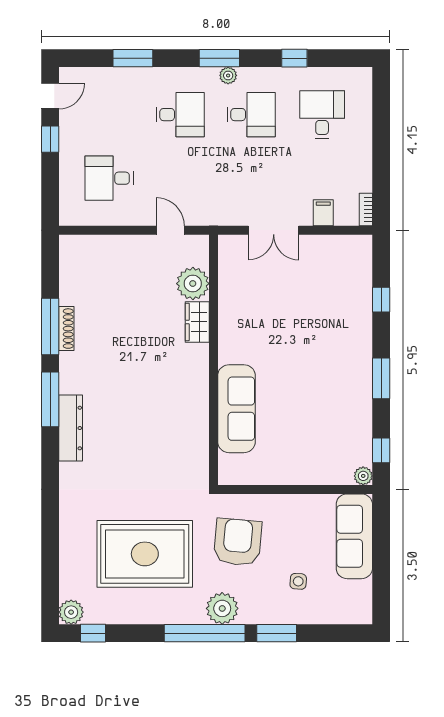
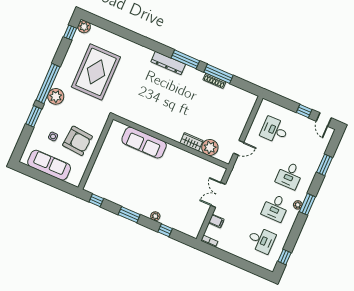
window: (294, 58) -> (285, 257), moved
desk: (109, 178) -> (275, 130), turned -90
plant: (363, 476) -> (155, 216), moved
sofa: (354, 536) -> (49, 165), moved
armchair: (238, 542) -> (77, 141), moved

